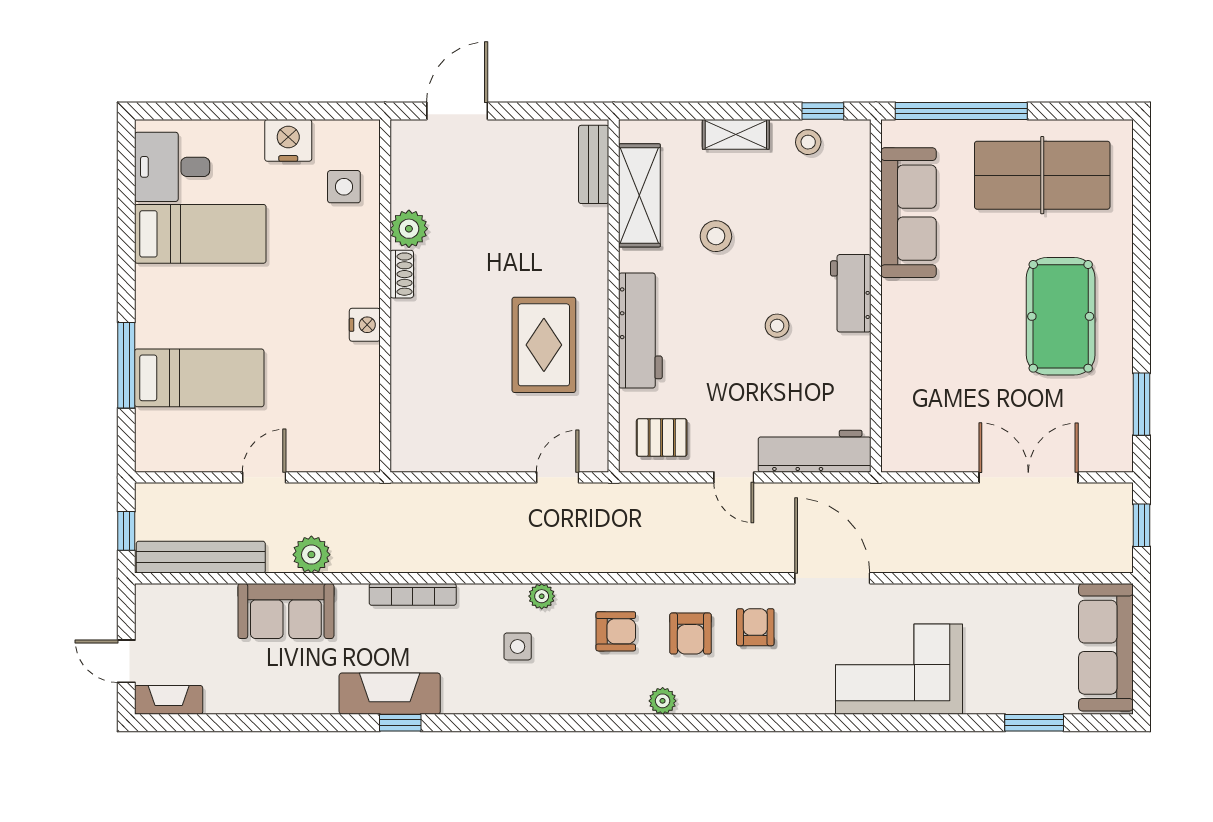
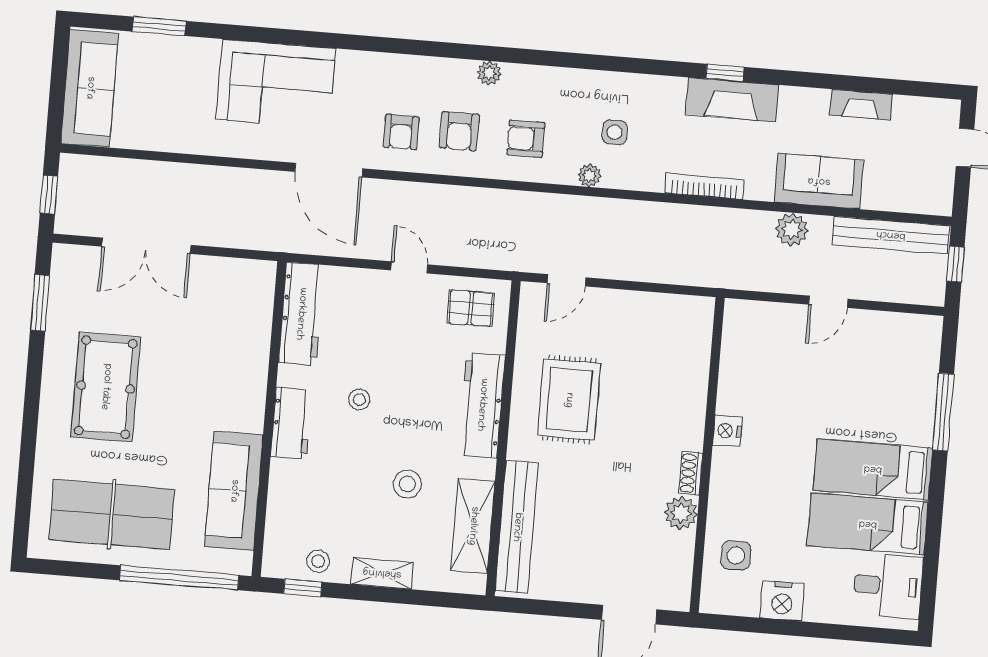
bench: (594, 164) -> (517, 527), width x1.86, depth x1.21
bed: (199, 378) -> (873, 469), moved
workbench: (815, 451) -> (301, 314), moved, turned -90
armchair: (691, 633) -> (459, 131), turned 180
fireplace: (169, 700) -> (861, 105), moved

